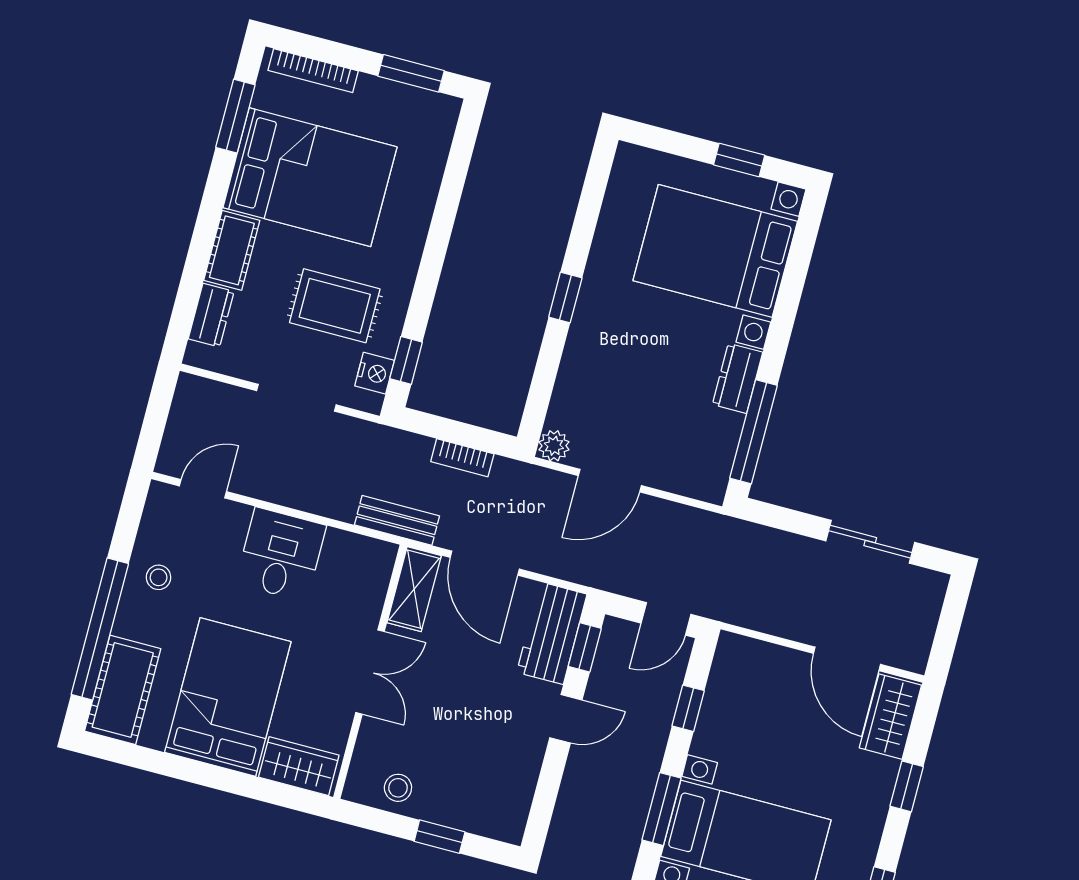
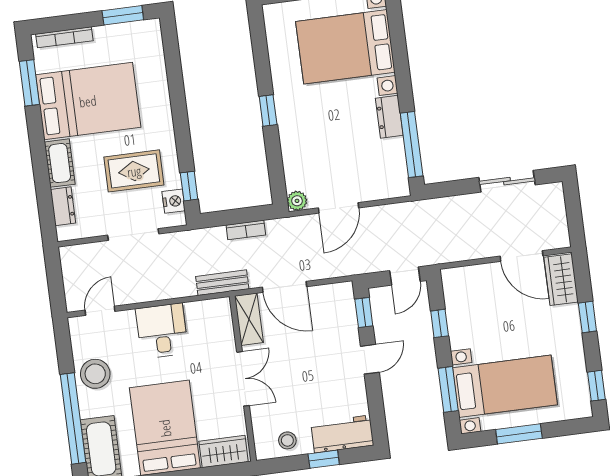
stool: (159, 577) -> (95, 374), width x1.89, depth x1.89
workbench: (552, 633) -> (342, 434), moved, turned 90

